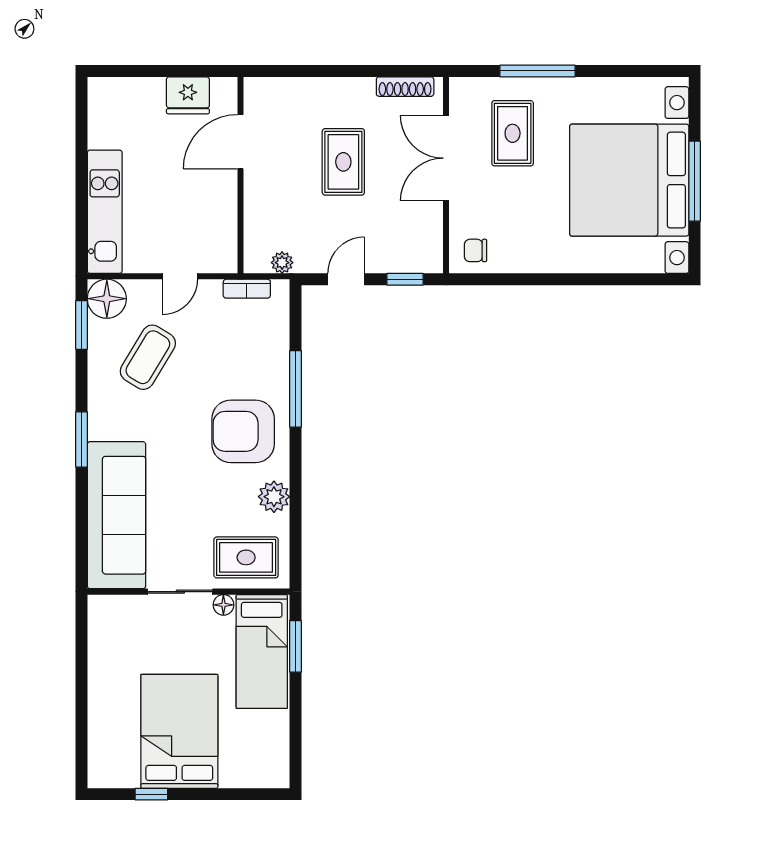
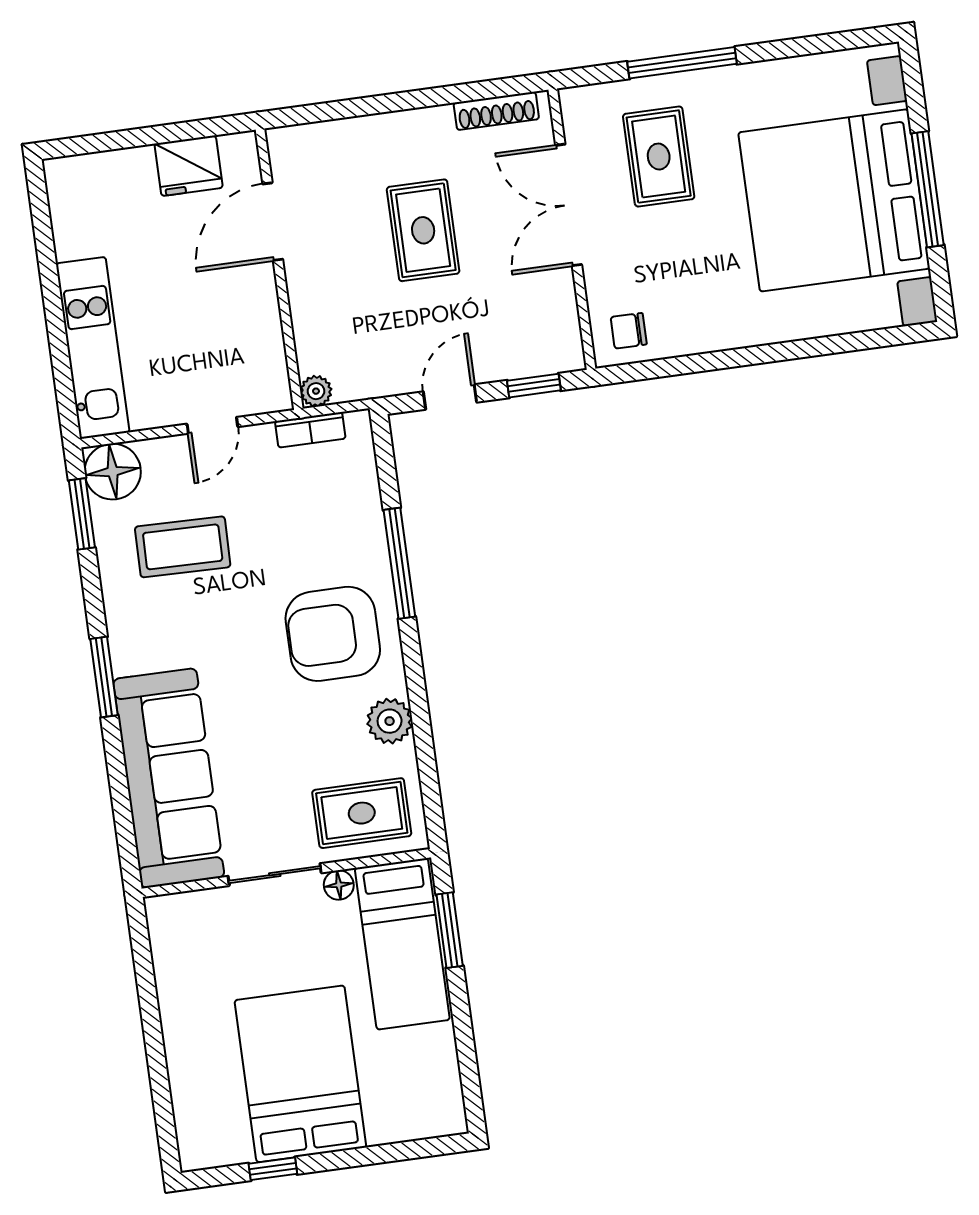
plant: (282, 263) -> (316, 391), moved
coffee table: (148, 357) -> (183, 547), turned 60

